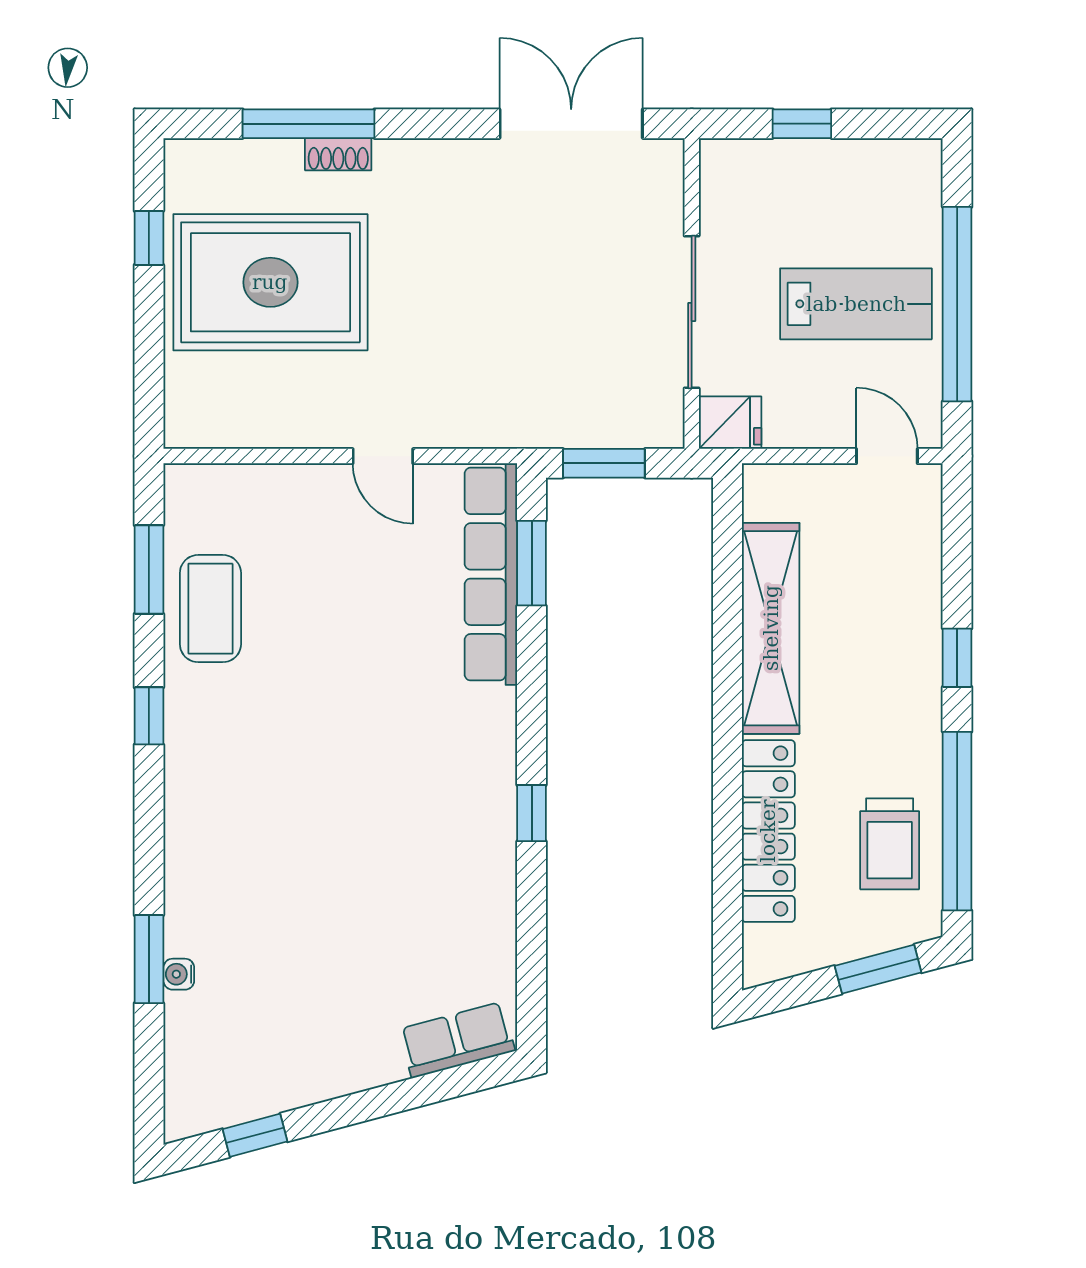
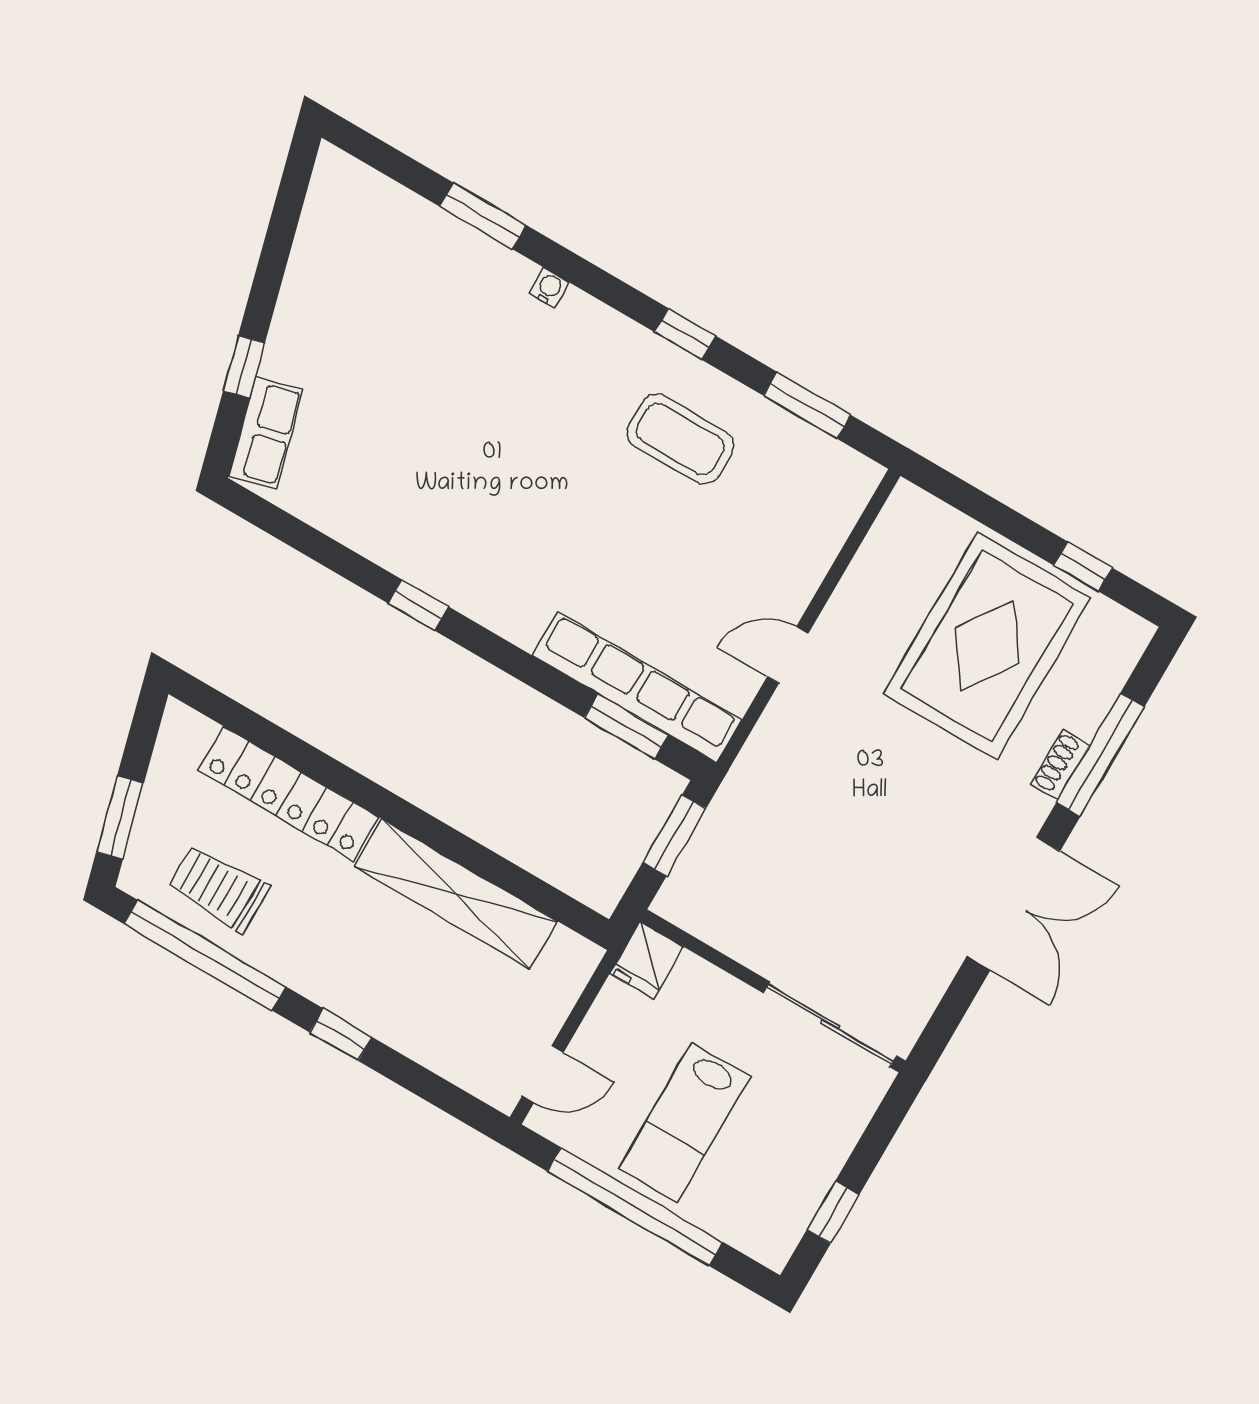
double door: (571, 124) -> (1013, 904), moved
window: (802, 124) -> (833, 1212), moved
sliding door: (692, 312) -> (830, 1024), moved
coffee table: (210, 609) -> (680, 439), moved
water cooler: (179, 974) -> (549, 288), moved
window: (255, 1135) -> (244, 367), moved

